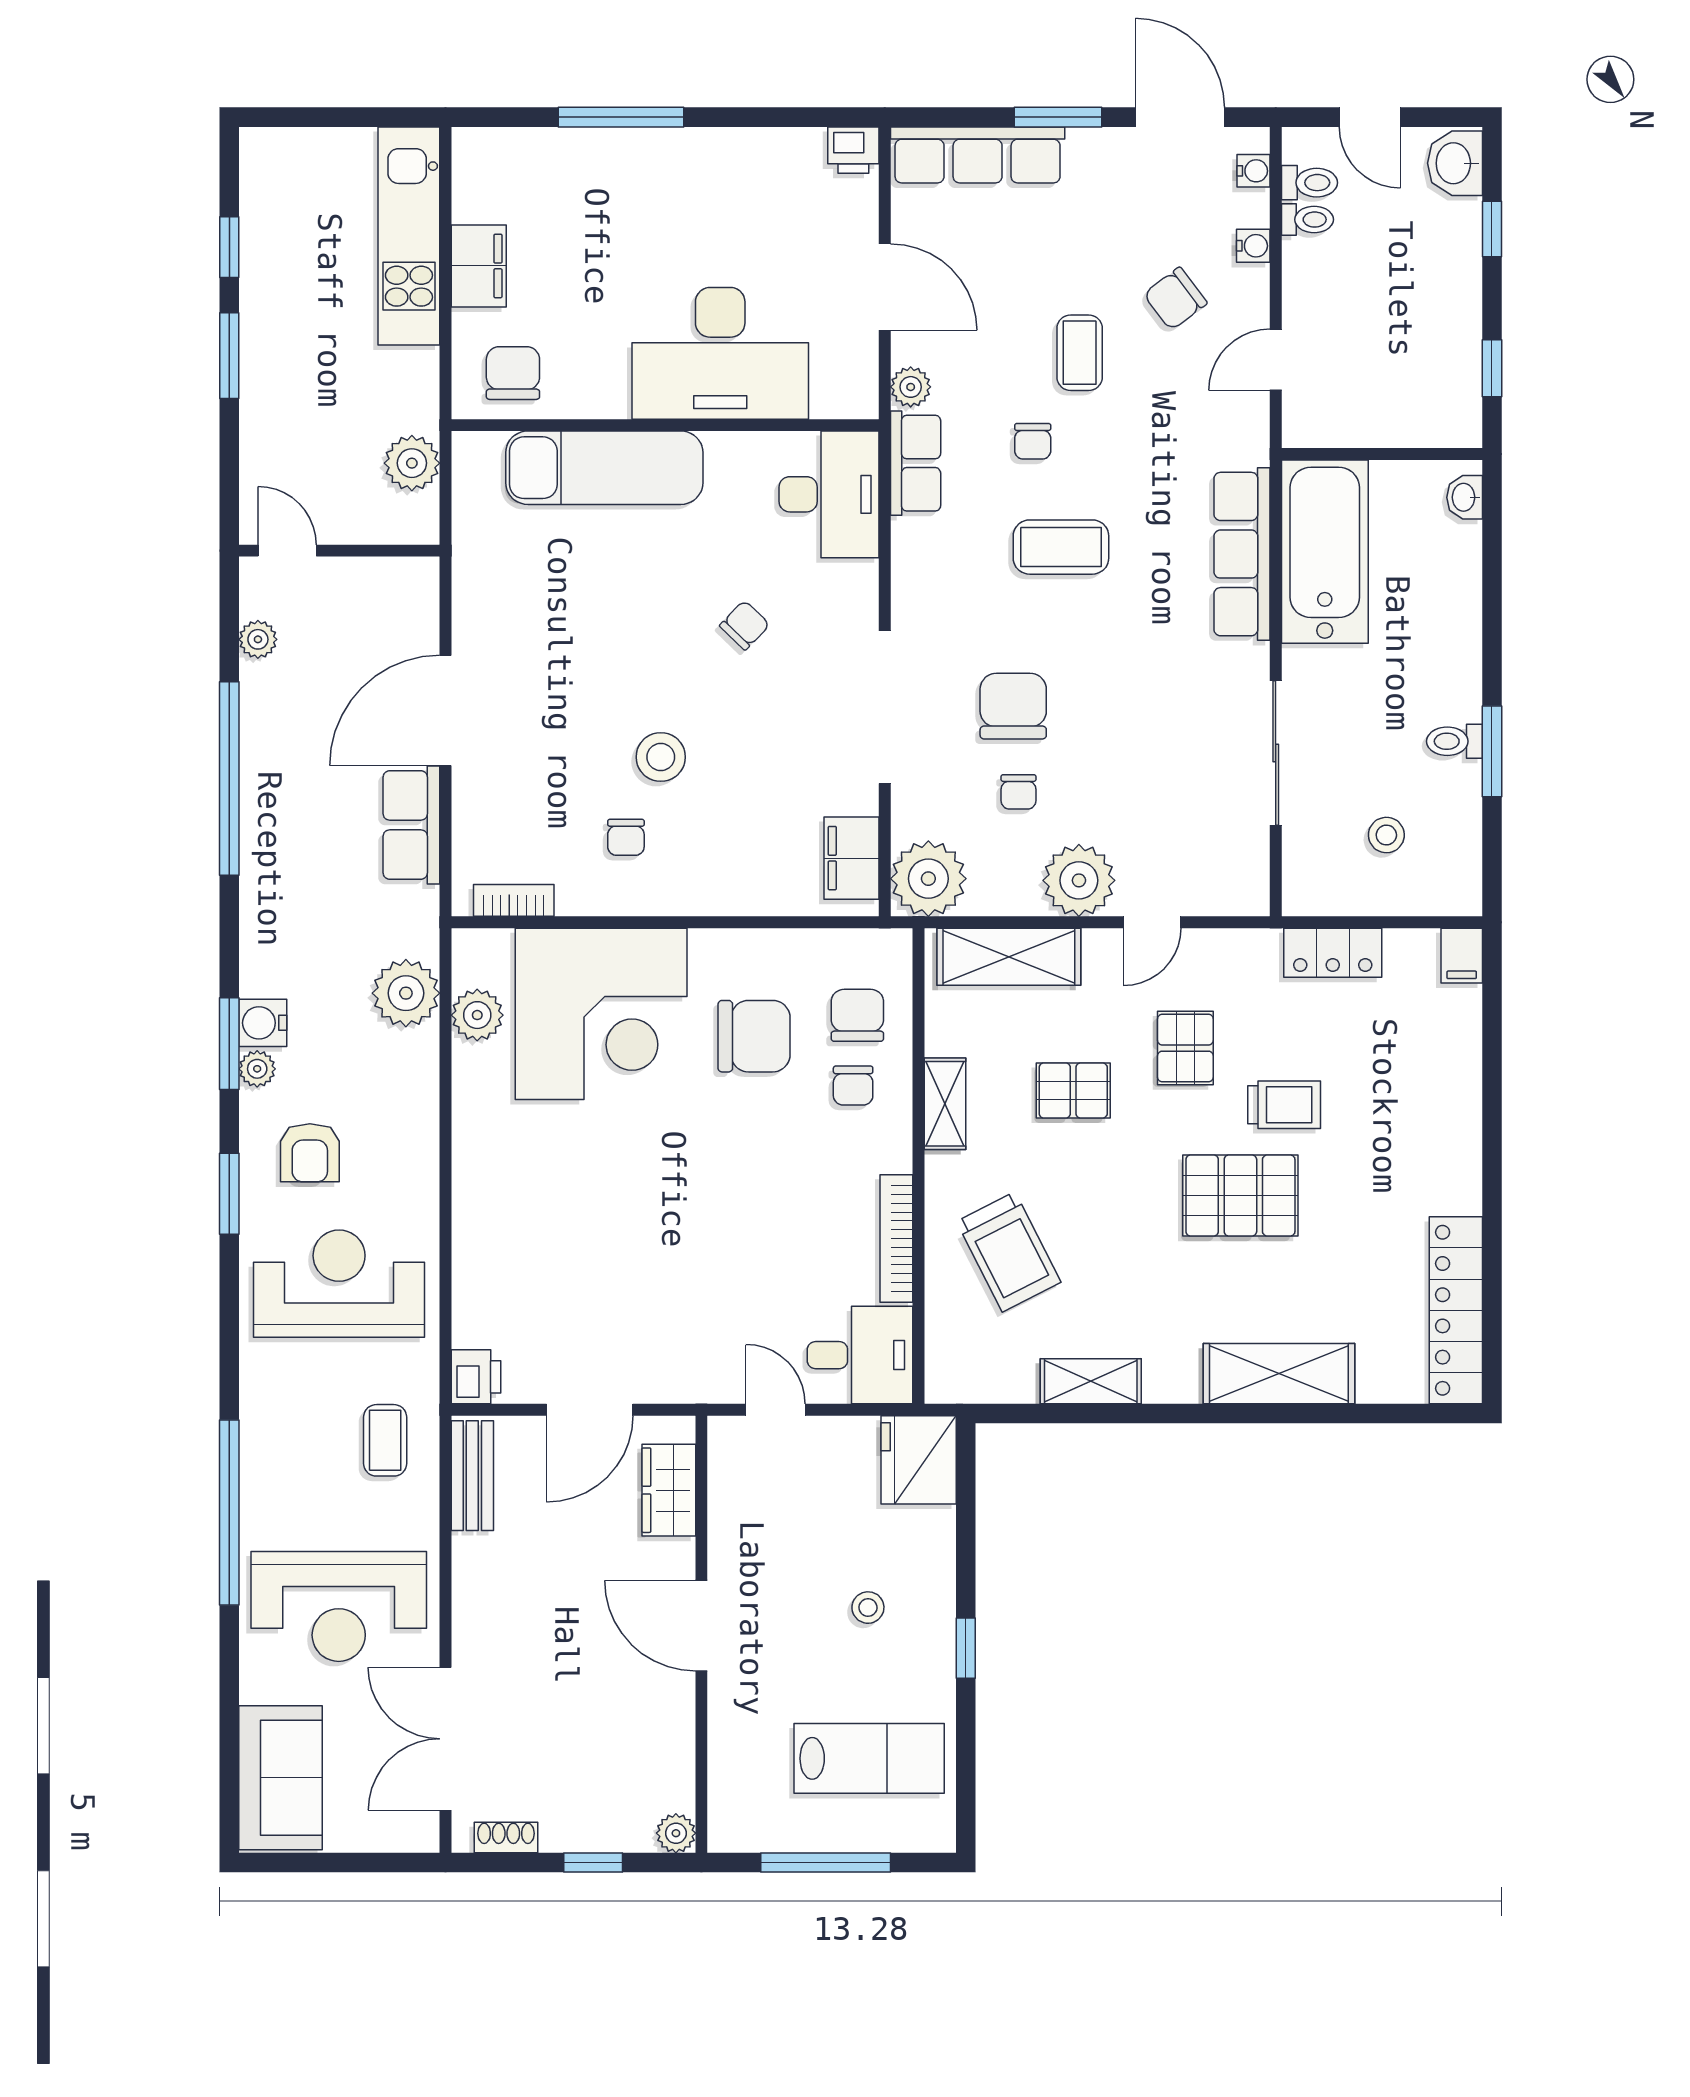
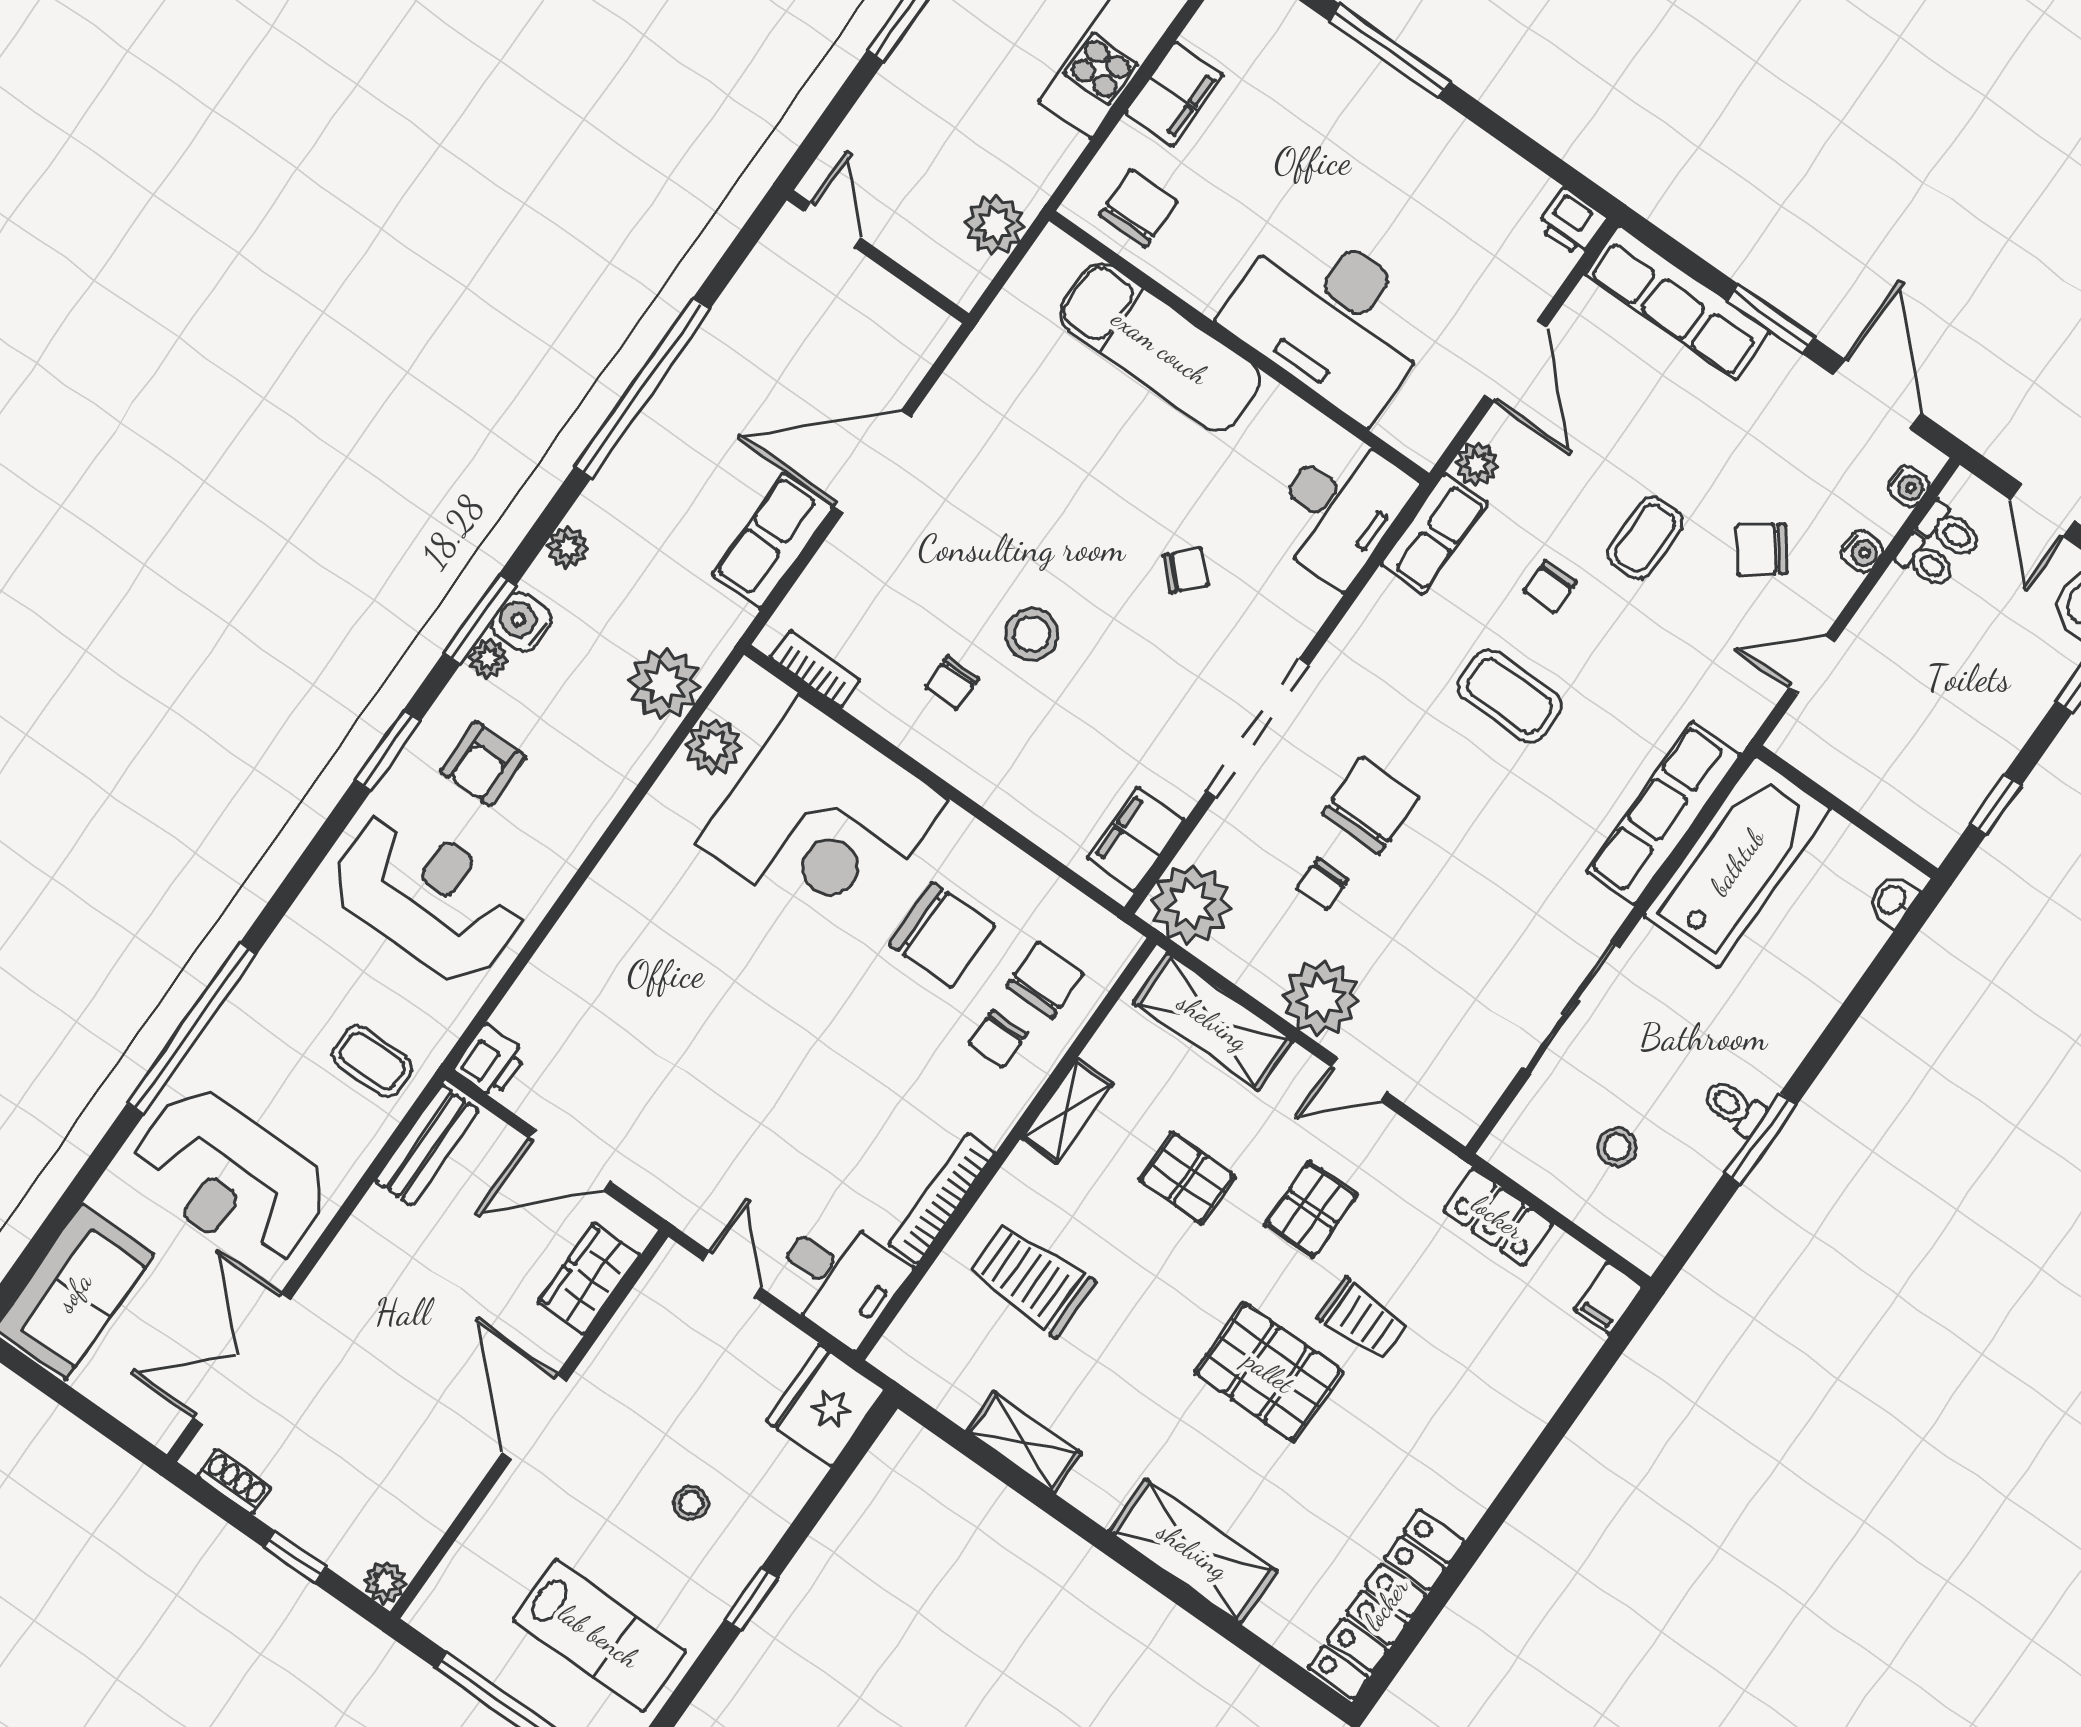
plant: (258, 639) -> (568, 547), moved
trolley: (1009, 1252) -> (1032, 1279), turned 117
coffee table: (385, 1440) -> (372, 1061), turned 90

